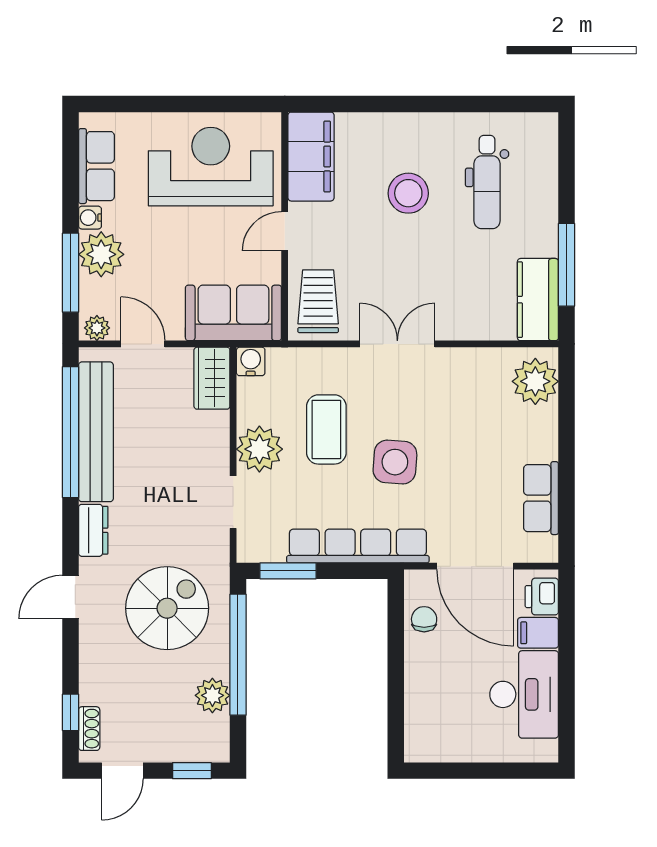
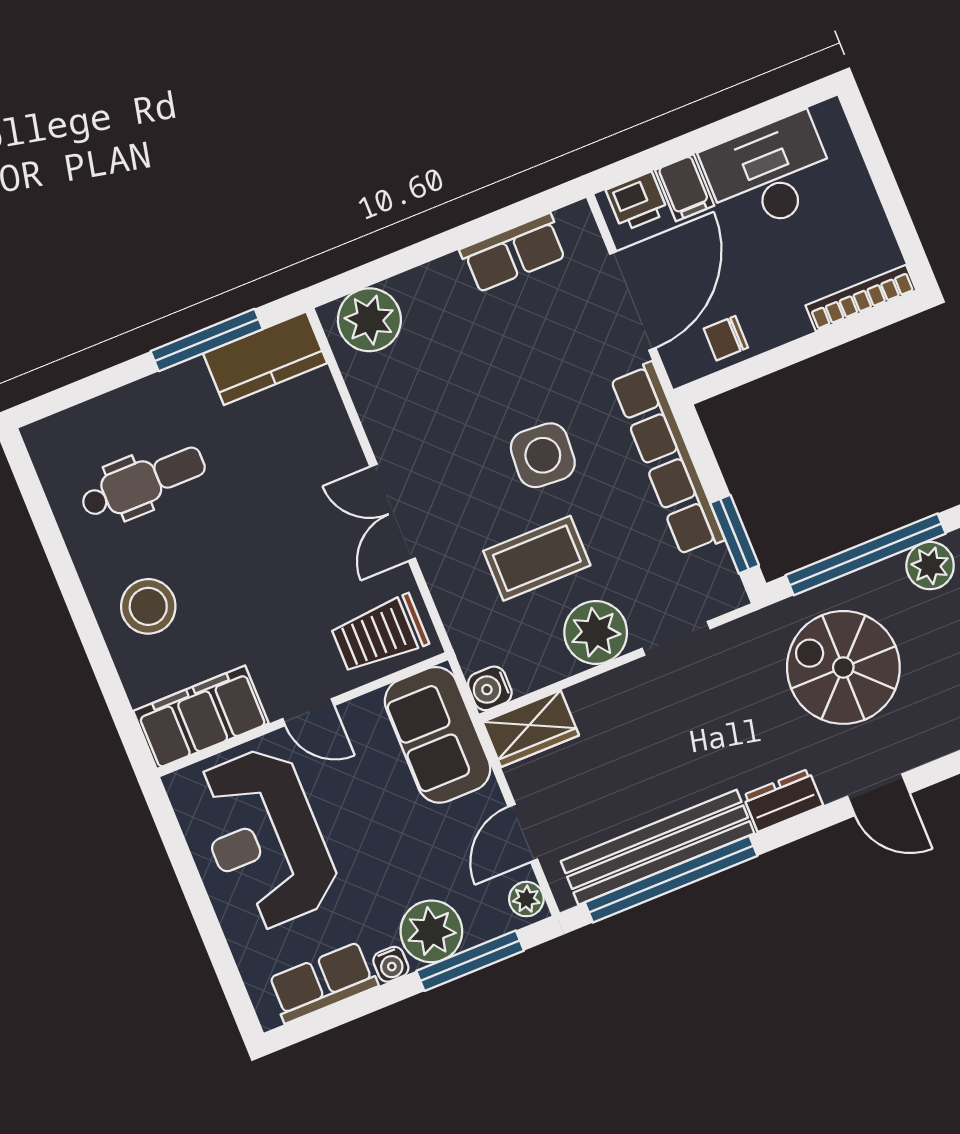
stool: (408, 193) -> (148, 606), moved
bookcase: (414, 723) -> (861, 298), added

